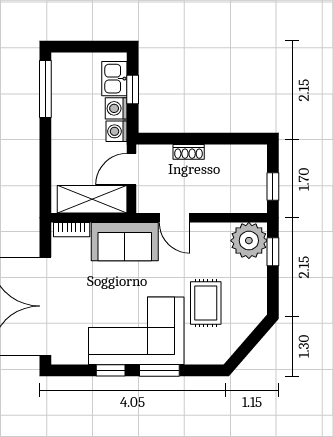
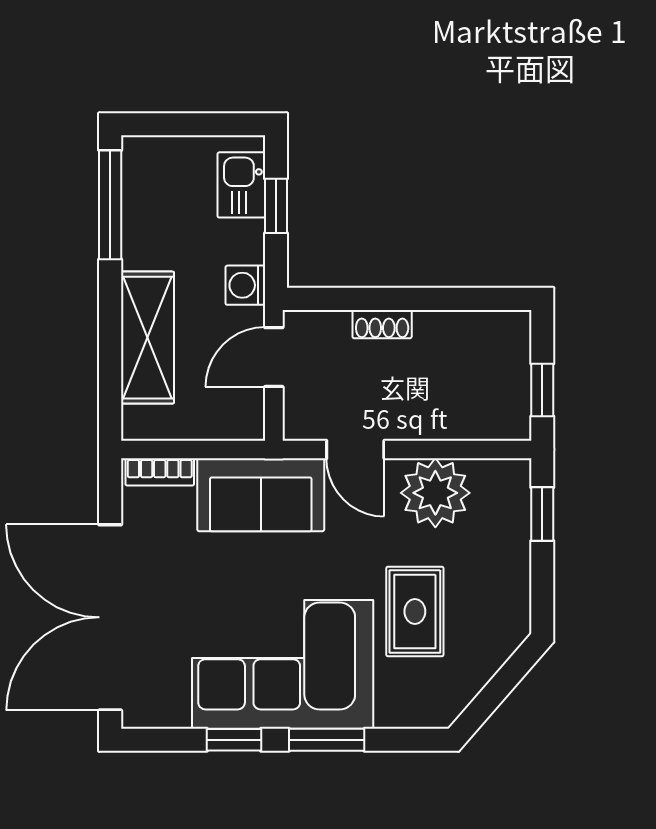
washing machine: (116, 108) -> (245, 242), removed
shelving: (92, 199) -> (147, 338), moved, turned 90
plant: (249, 241) -> (435, 493), moved

